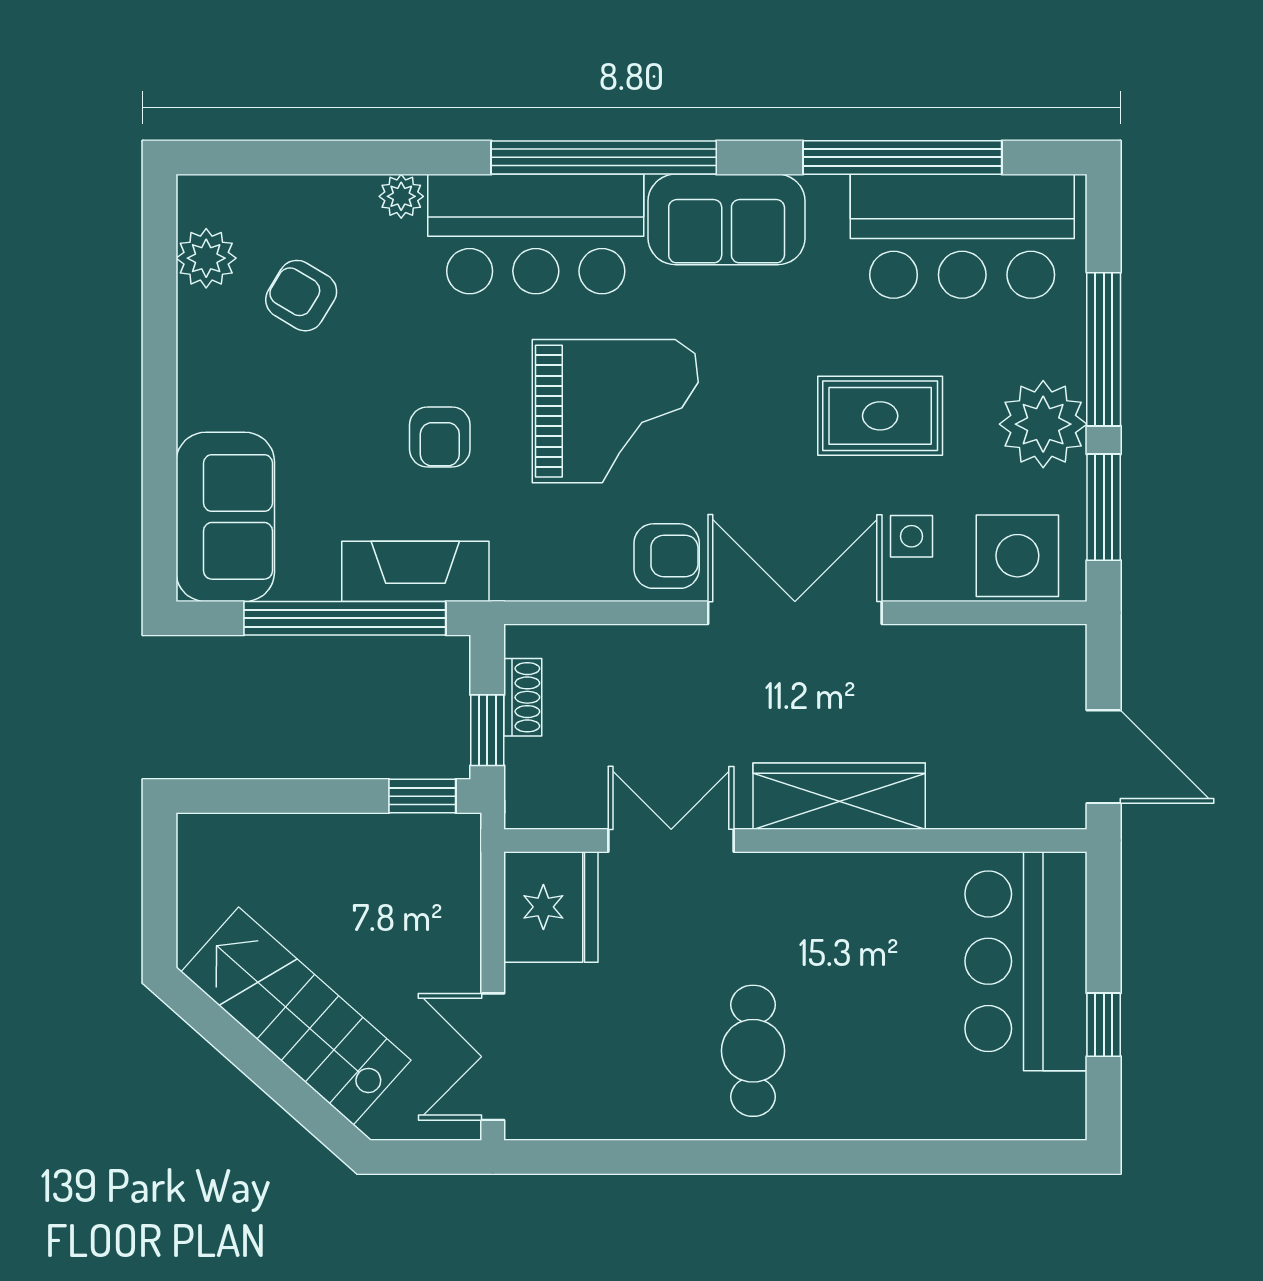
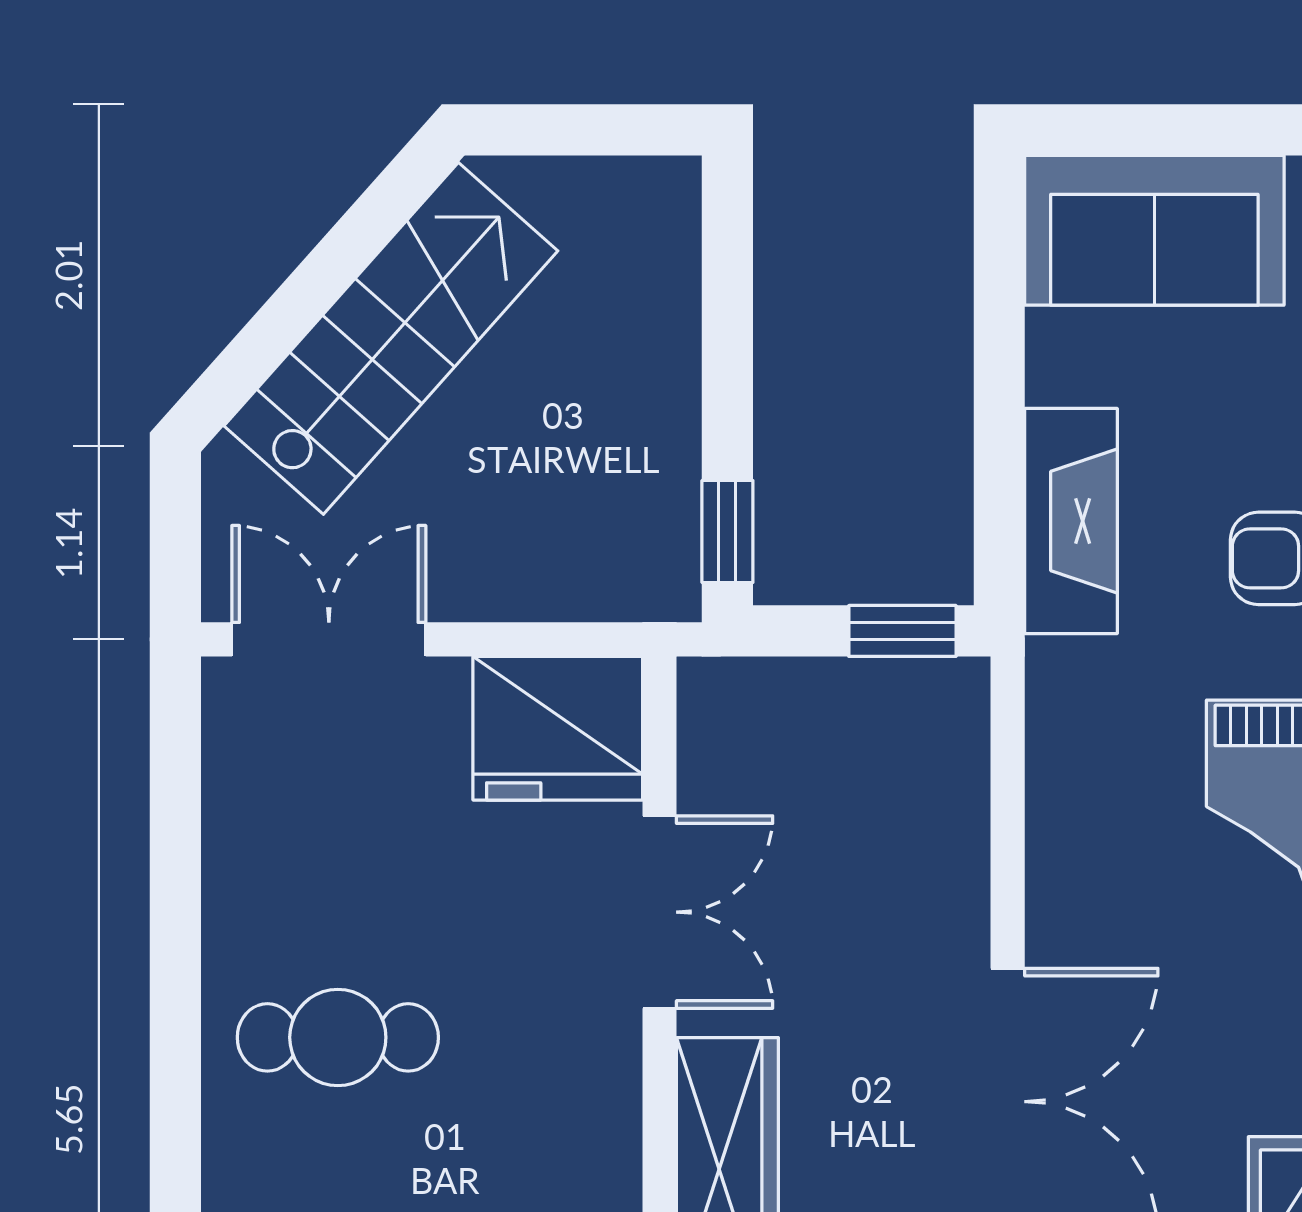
armchair: (667, 556) -> (1095, 905), removed
window: (345, 618) -> (999, 413), removed
shoe rack: (523, 697) -> (879, 685), removed
window: (487, 730) -> (902, 631), moved

